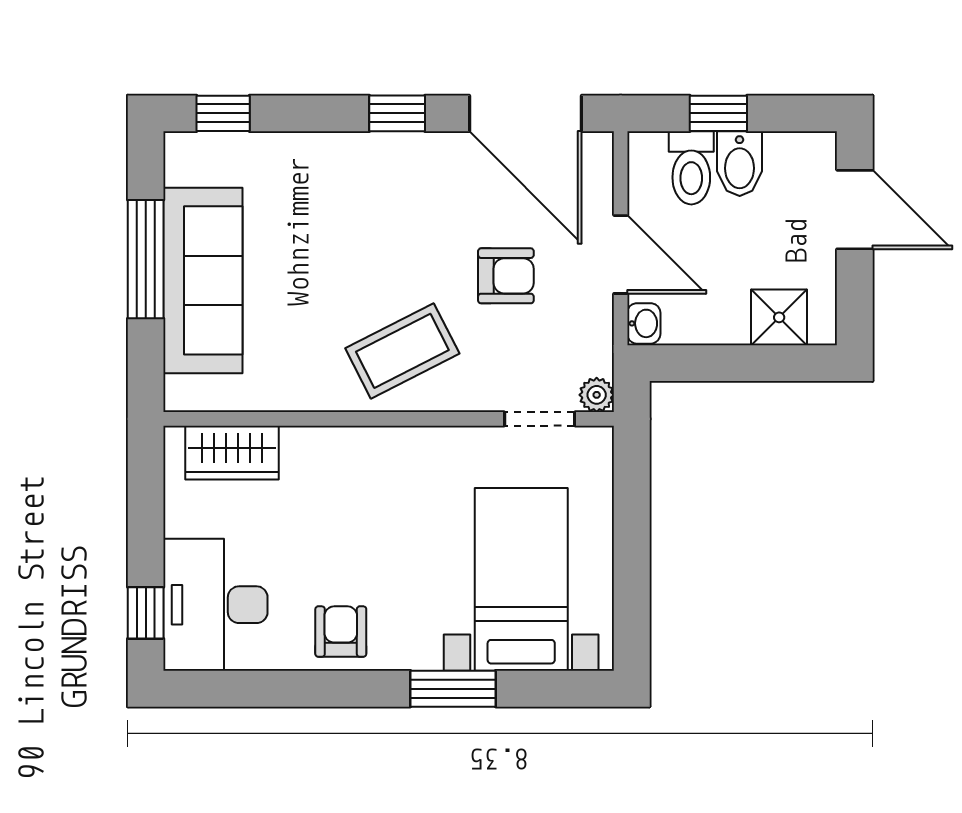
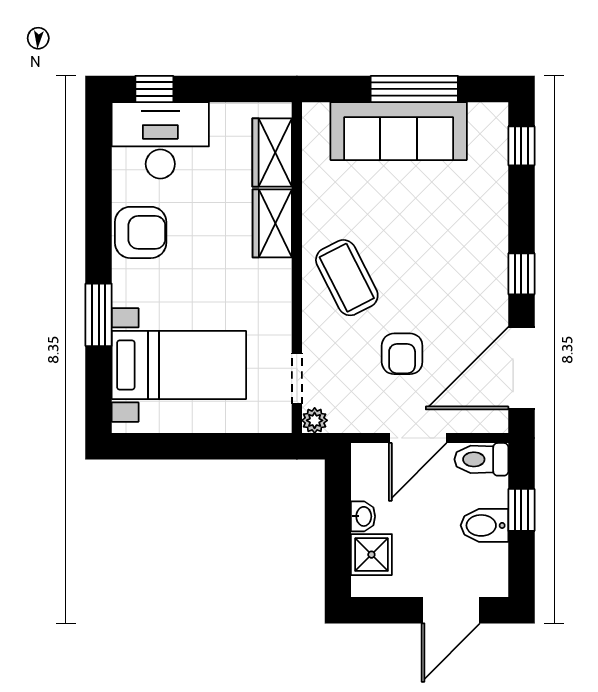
toilet: (691, 168) -> (481, 459), moved
washbasin: (644, 323) -> (363, 516), moved, turned -90
wardrobe: (328, 452) -> (272, 223), added
armchair: (341, 632) -> (141, 232), width x1.38, depth x1.38

